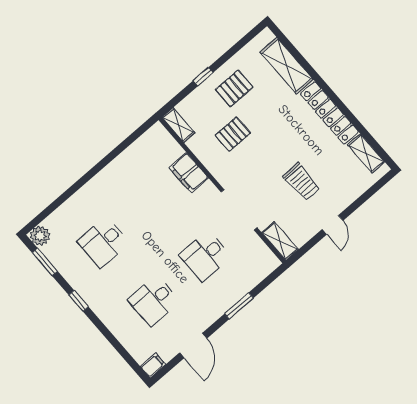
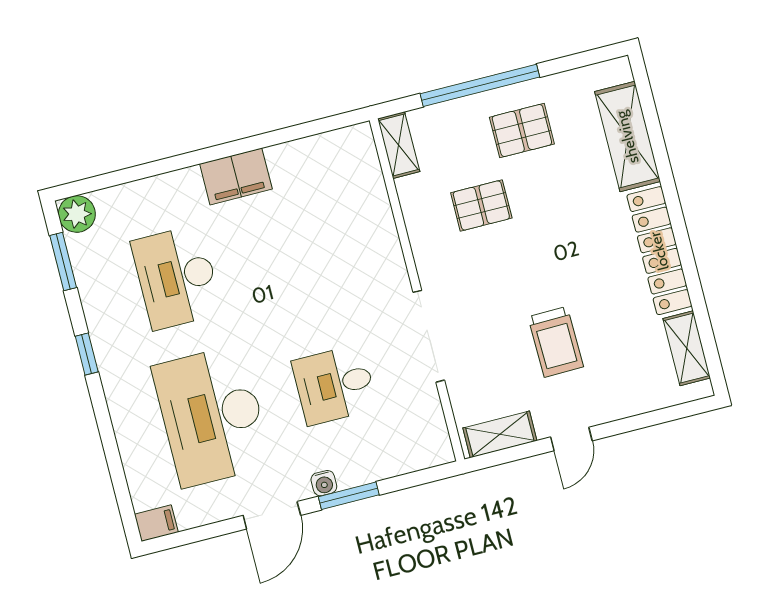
window: (203, 77) -> (480, 85), width x3.17
filing cabinet: (189, 173) -> (236, 176), moved, turned -90
shelving: (280, 241) -> (500, 434), moved, turned 90
desk: (103, 242) -> (177, 277), width x1.37
desk: (154, 301) -> (212, 416), width x1.87, depth x1.30
water cooler: (224, 306) -> (324, 483), added
door: (193, 346) -> (272, 515), moved

